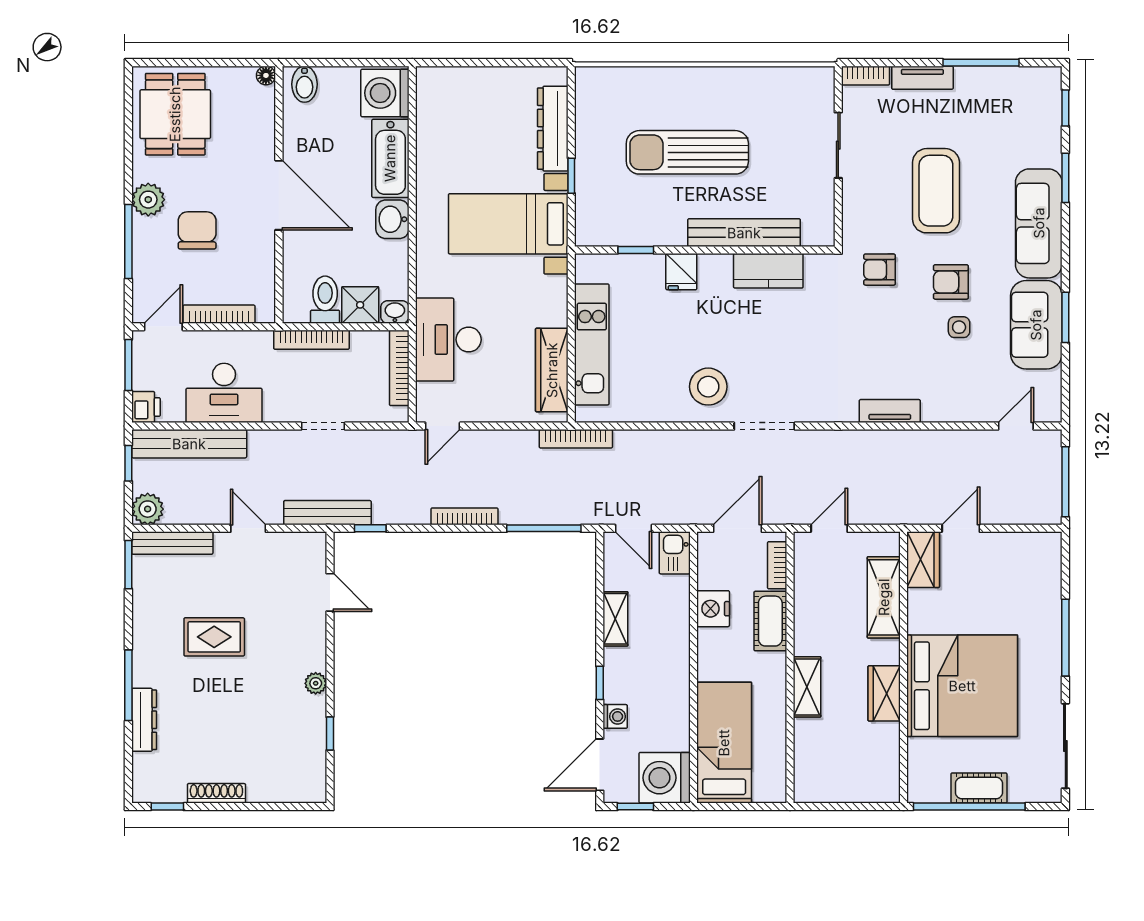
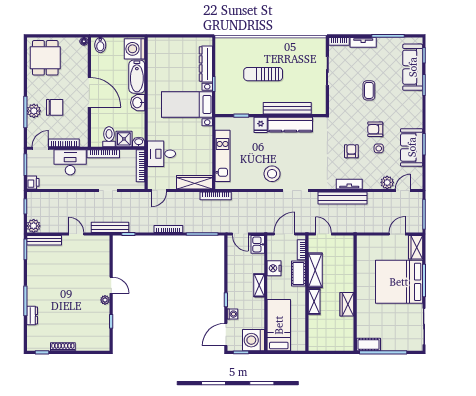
sun lounger: (687, 152) -> (263, 74), width x0.73, depth x0.75
coffee table: (936, 191) -> (369, 90), width x0.54, depth x0.58
plant: (148, 200) -> (34, 111), moved
sofa: (1039, 223) -> (413, 67), moved
chair: (197, 230) -> (55, 107), turned 90
armchair: (880, 270) -> (351, 151), moved, turned 90
kitchen counter: (768, 271) -> (290, 124), width x1.50
desk: (448, 340) -> (161, 154), width x0.73
wardrobe: (552, 370) -> (195, 182), moved, turned 90
desk: (224, 393) -> (70, 162), moved, turned 180
plant: (979, 407) -> (387, 182), added
bench: (189, 444) -> (343, 198), moved
door: (829, 528) -> (324, 234), hinge flipped
door: (961, 528) -> (397, 234), moved
wardrobe: (923, 560) -> (416, 247), moved, turned 180
door: (330, 592) -> (111, 285), moved
shelving: (884, 597) -> (315, 270), moved
shelving: (615, 619) -> (259, 285), moved
rug: (214, 637) -> (62, 280), removed
bed: (962, 686) -> (399, 282), moved, turned 180
dresser: (144, 720) -> (32, 315), width x0.70
cot: (979, 788) -> (368, 344), moved

